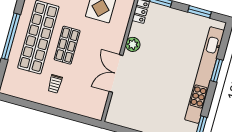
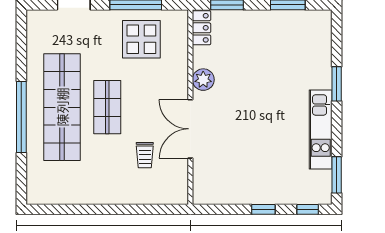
kitchen unit: (204, 75) -> (321, 130), width x0.54
trolley: (55, 84) -> (145, 155), moved

